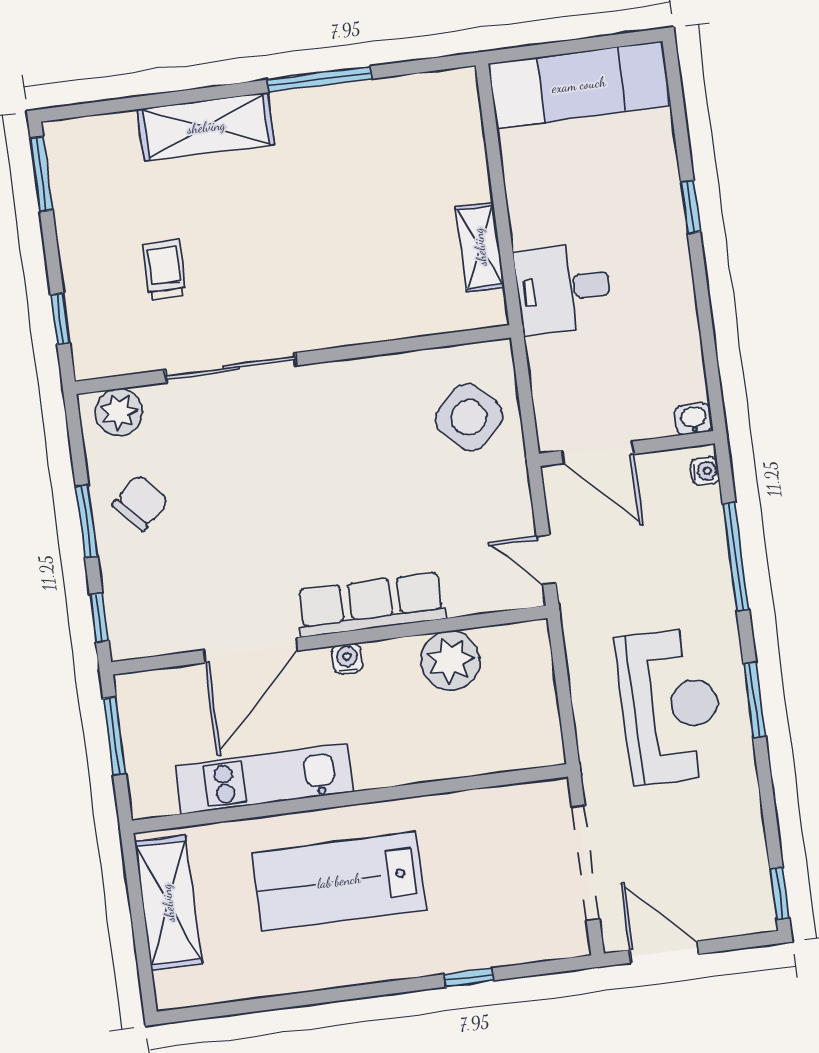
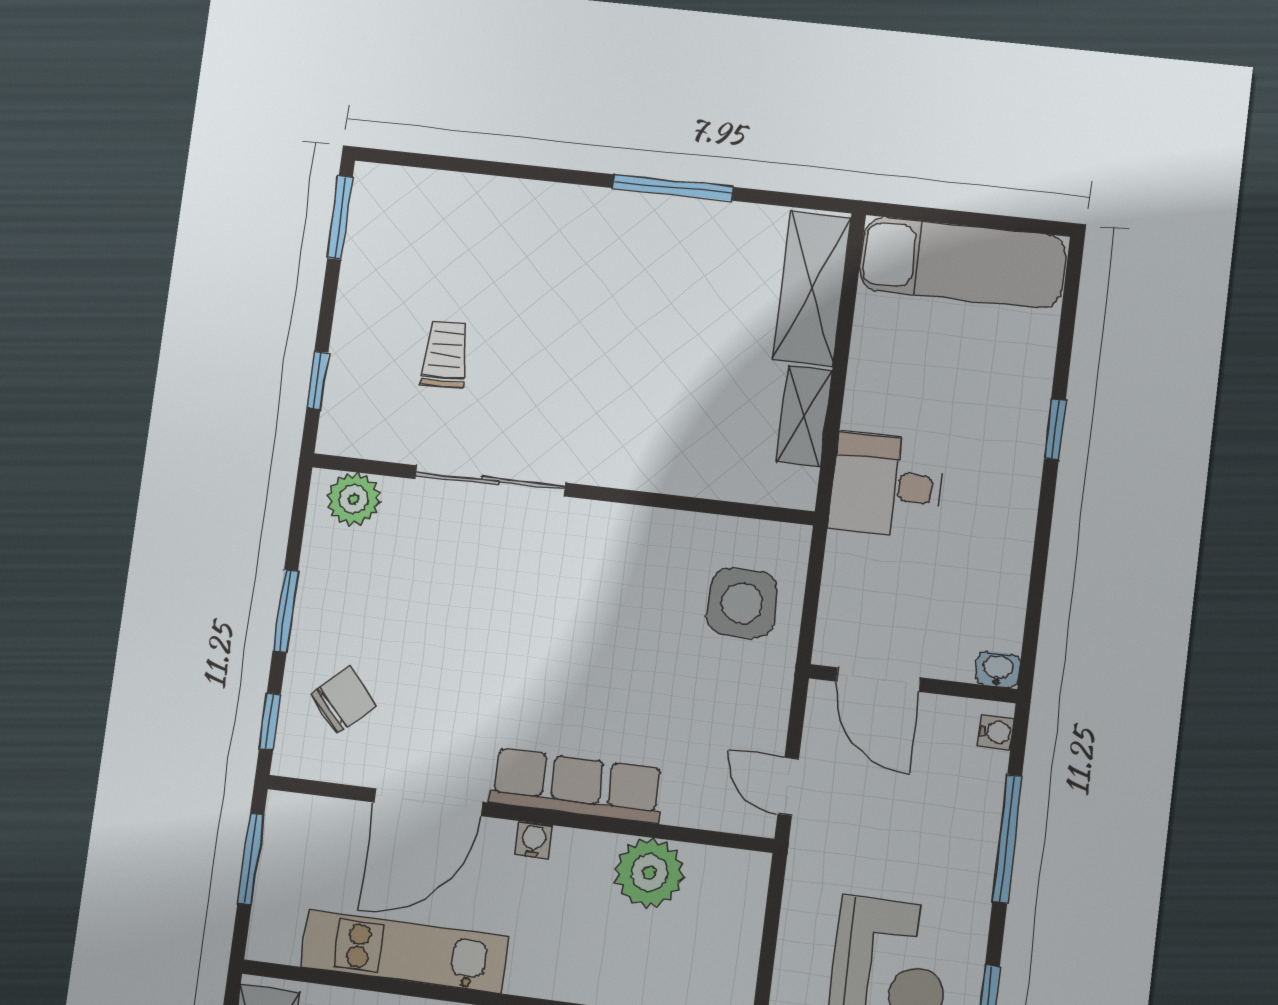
shelving: (206, 127) -> (812, 288), moved, turned 90
side table: (469, 417) -> (742, 603), turned 45
chair: (140, 503) -> (344, 700), moved

